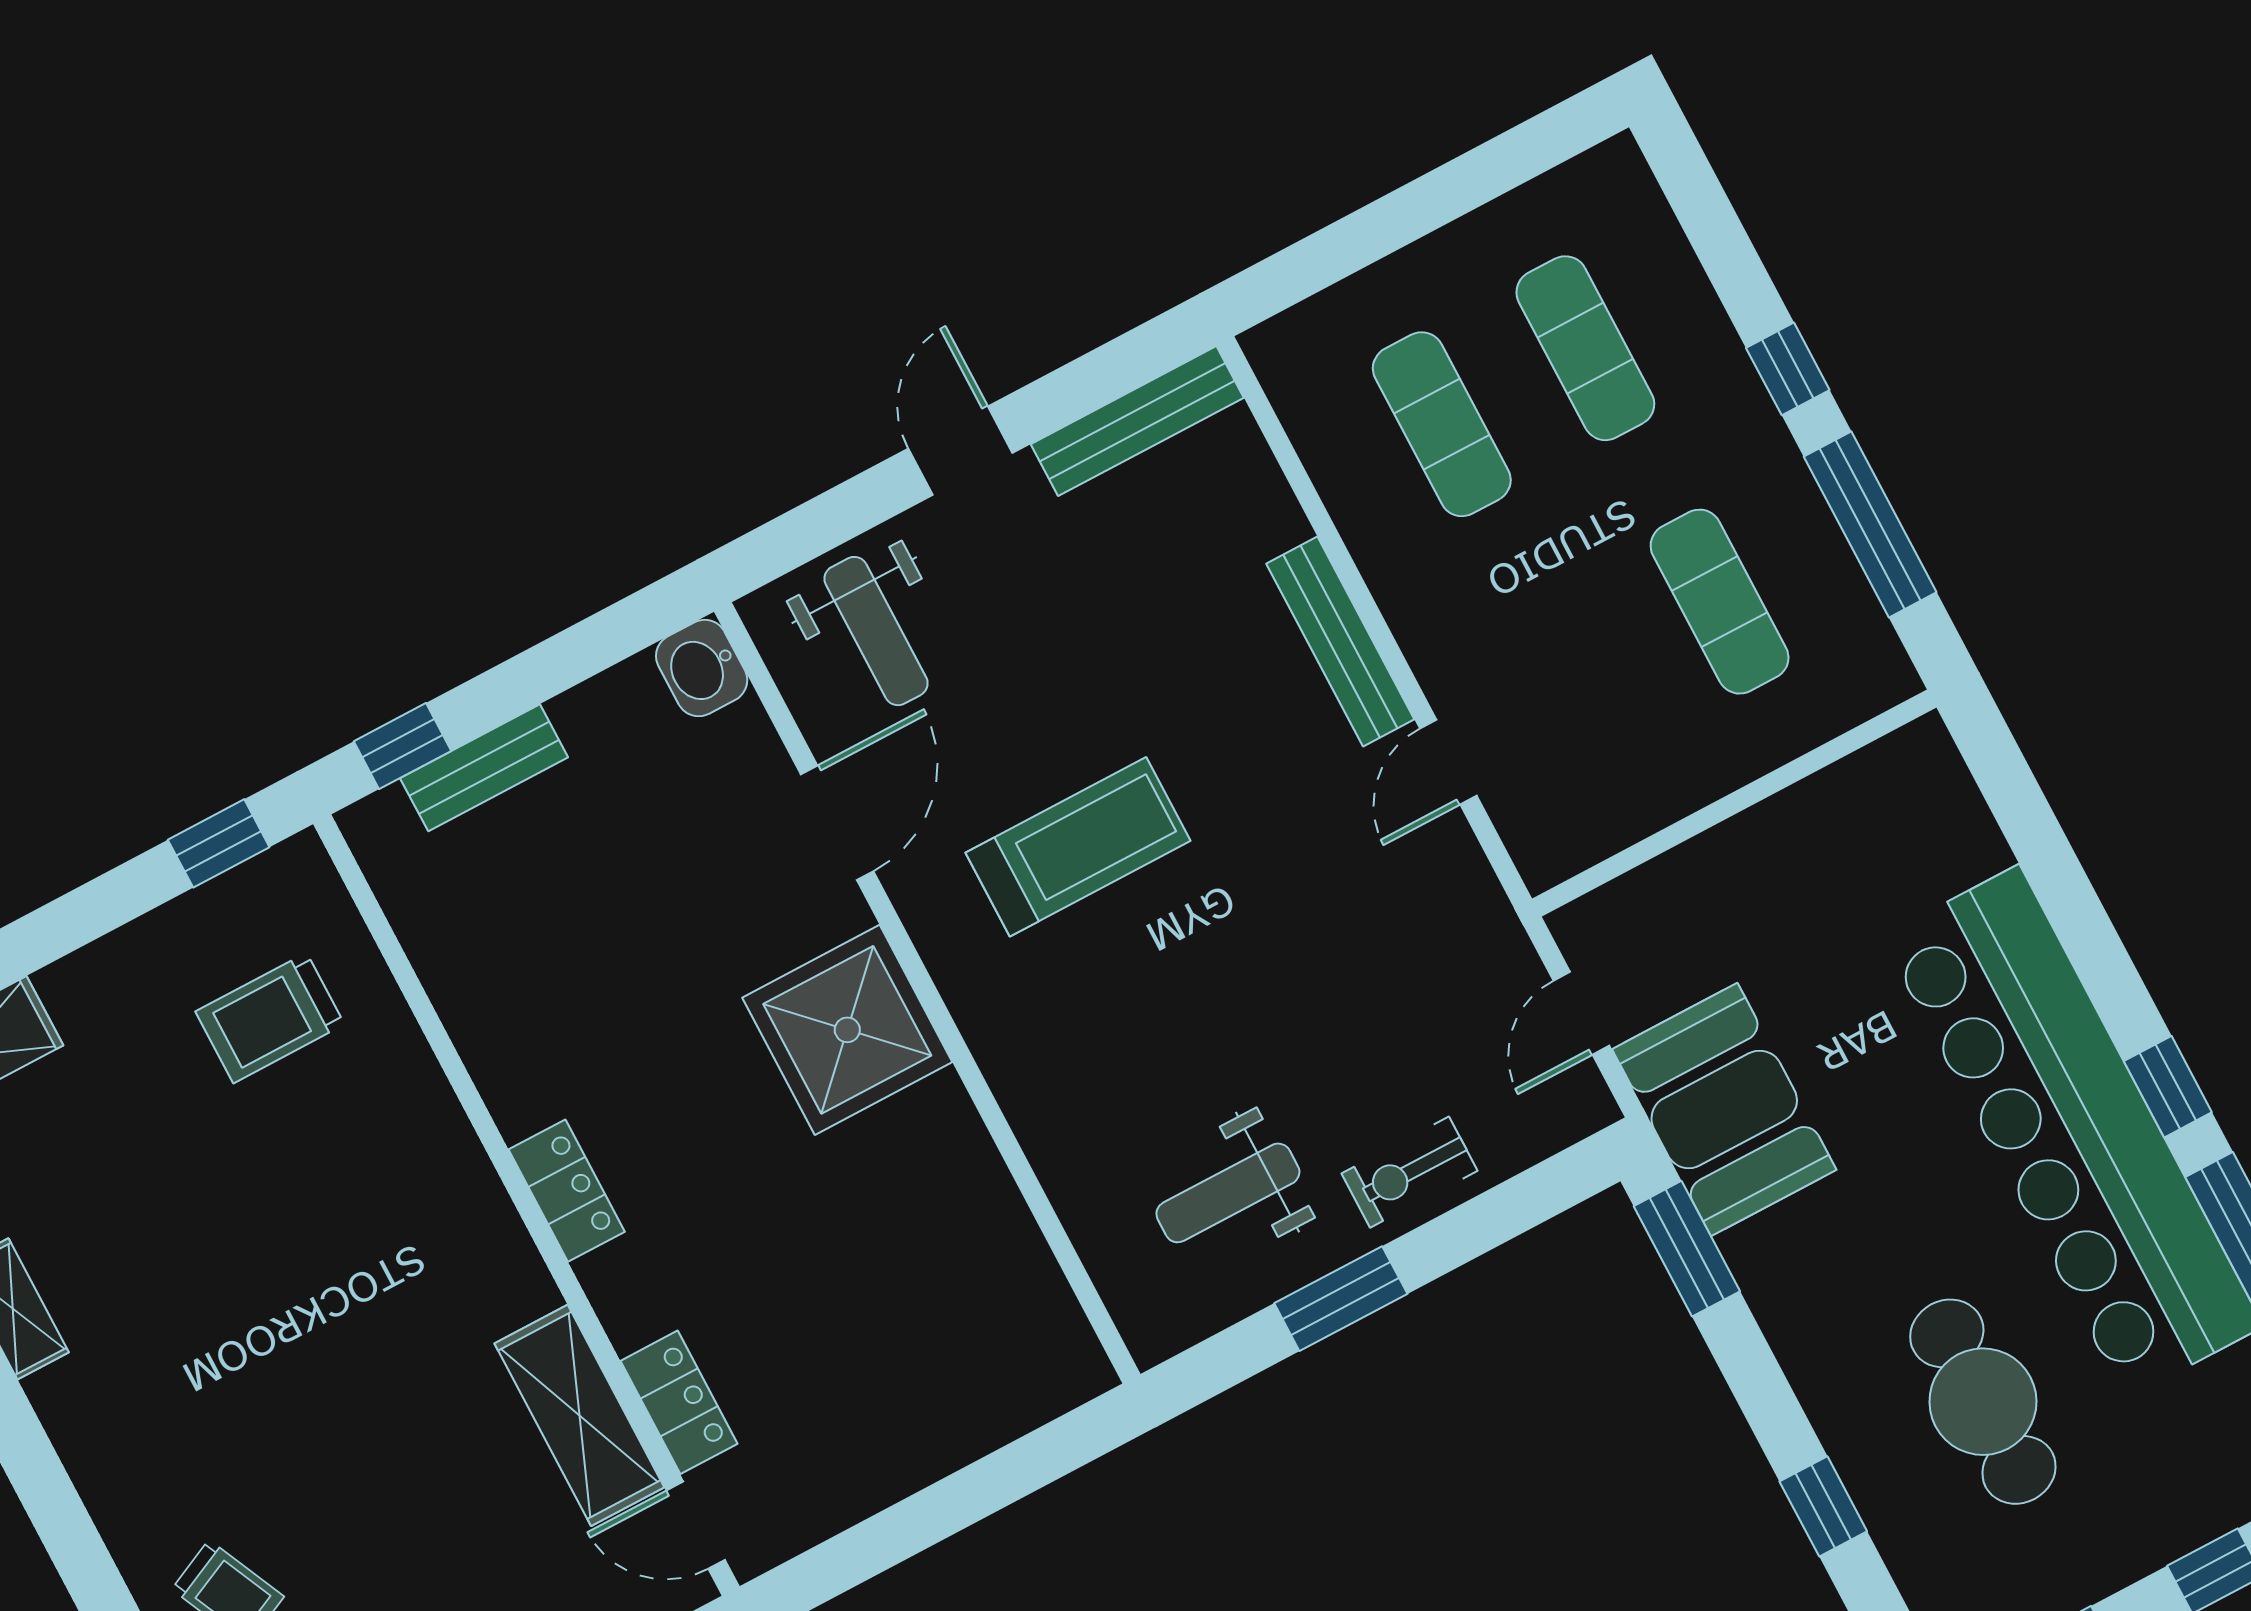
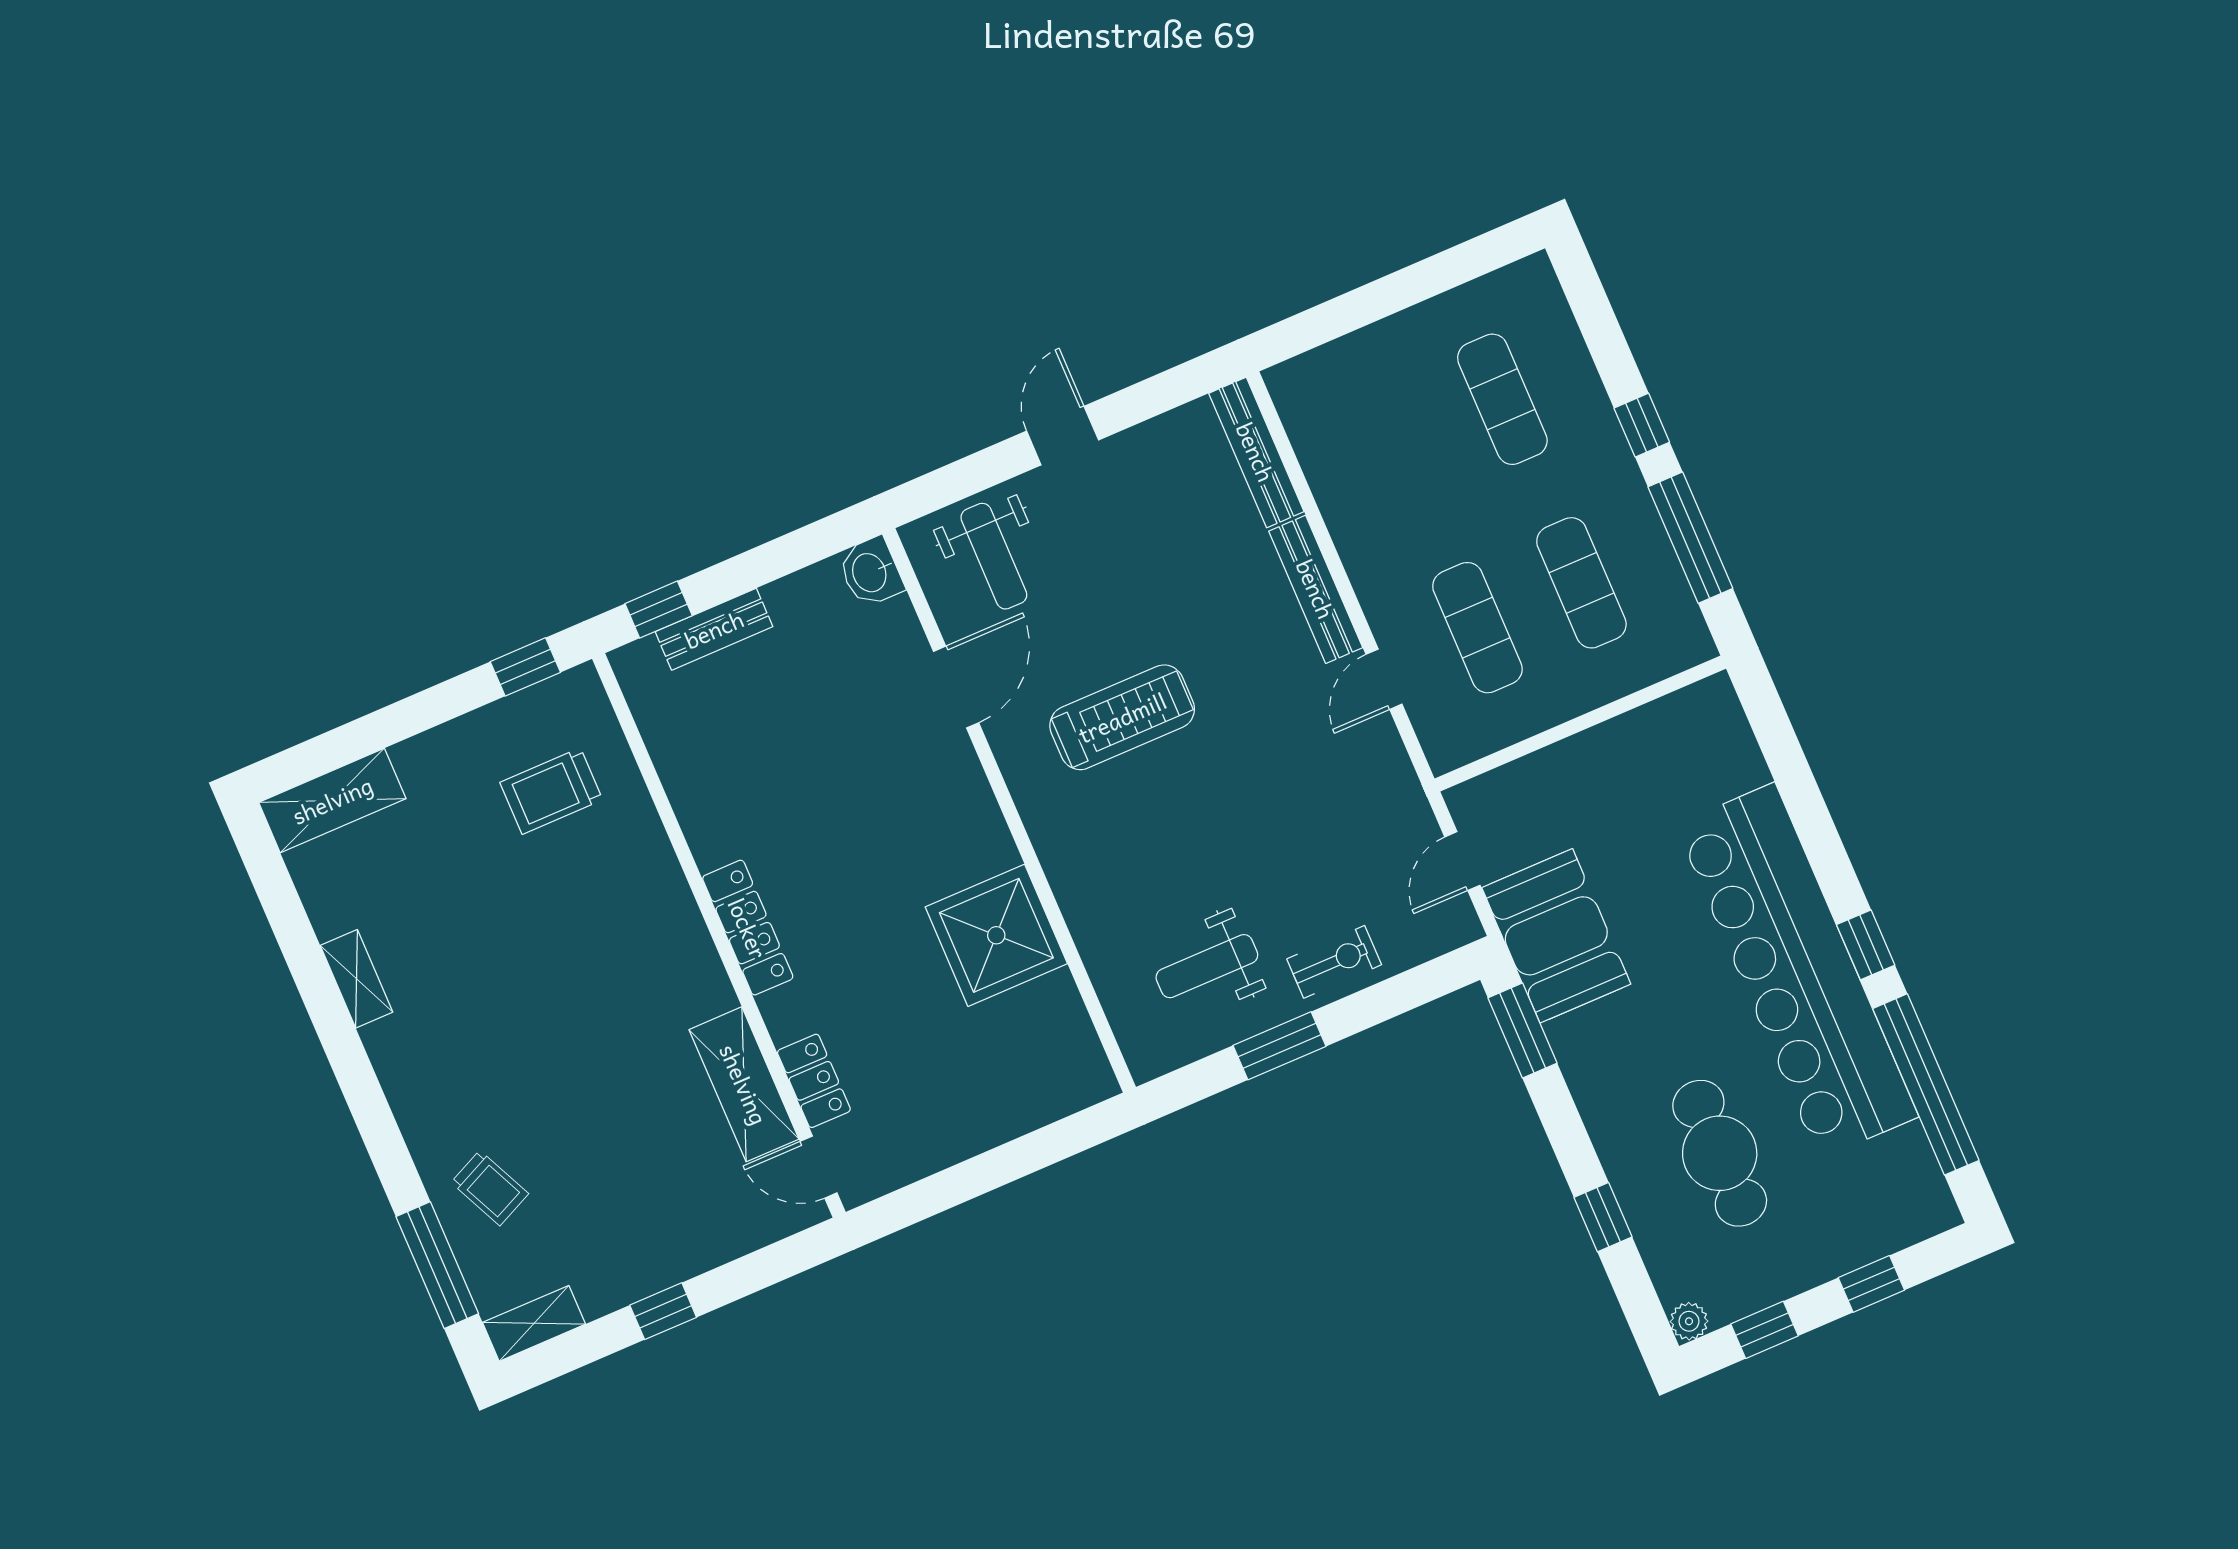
bench: (1137, 421) -> (1256, 452), moved, turned 90
exercise mat: (1442, 424) -> (1477, 628), moved
shower: (847, 1030) -> (996, 935), moved
exercise bike: (1410, 1172) -> (1334, 962), turned 180
locker: (567, 1191) -> (748, 928), width x1.53

